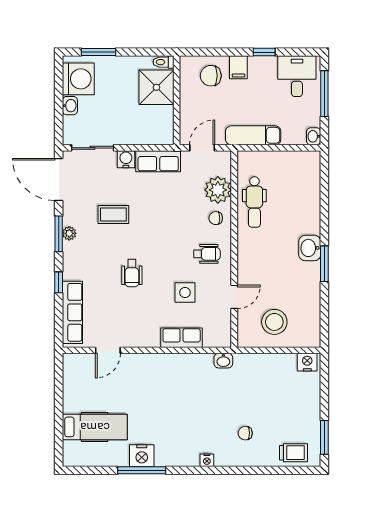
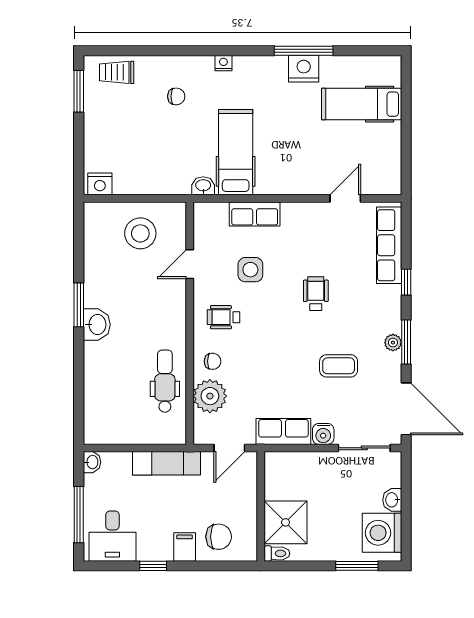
hospital bed: (197, 388) -> (236, 152), added

